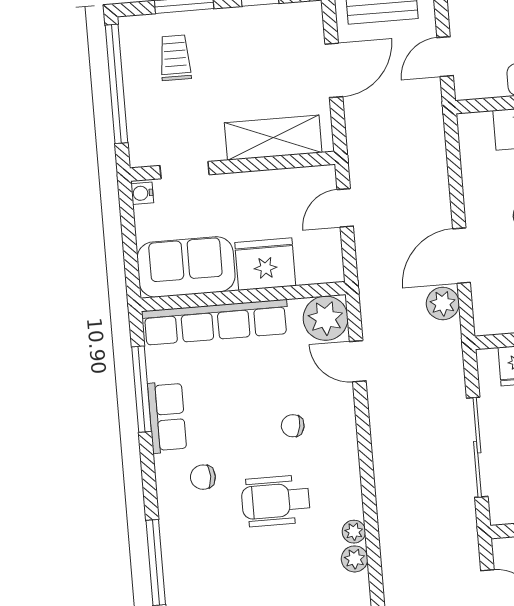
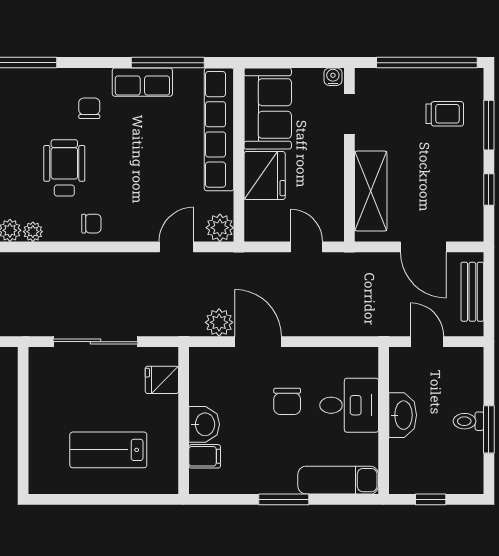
plant: (326, 318) -> (220, 228), width x0.73, depth x0.73
chair: (293, 426) -> (91, 224), moved, turned 80

